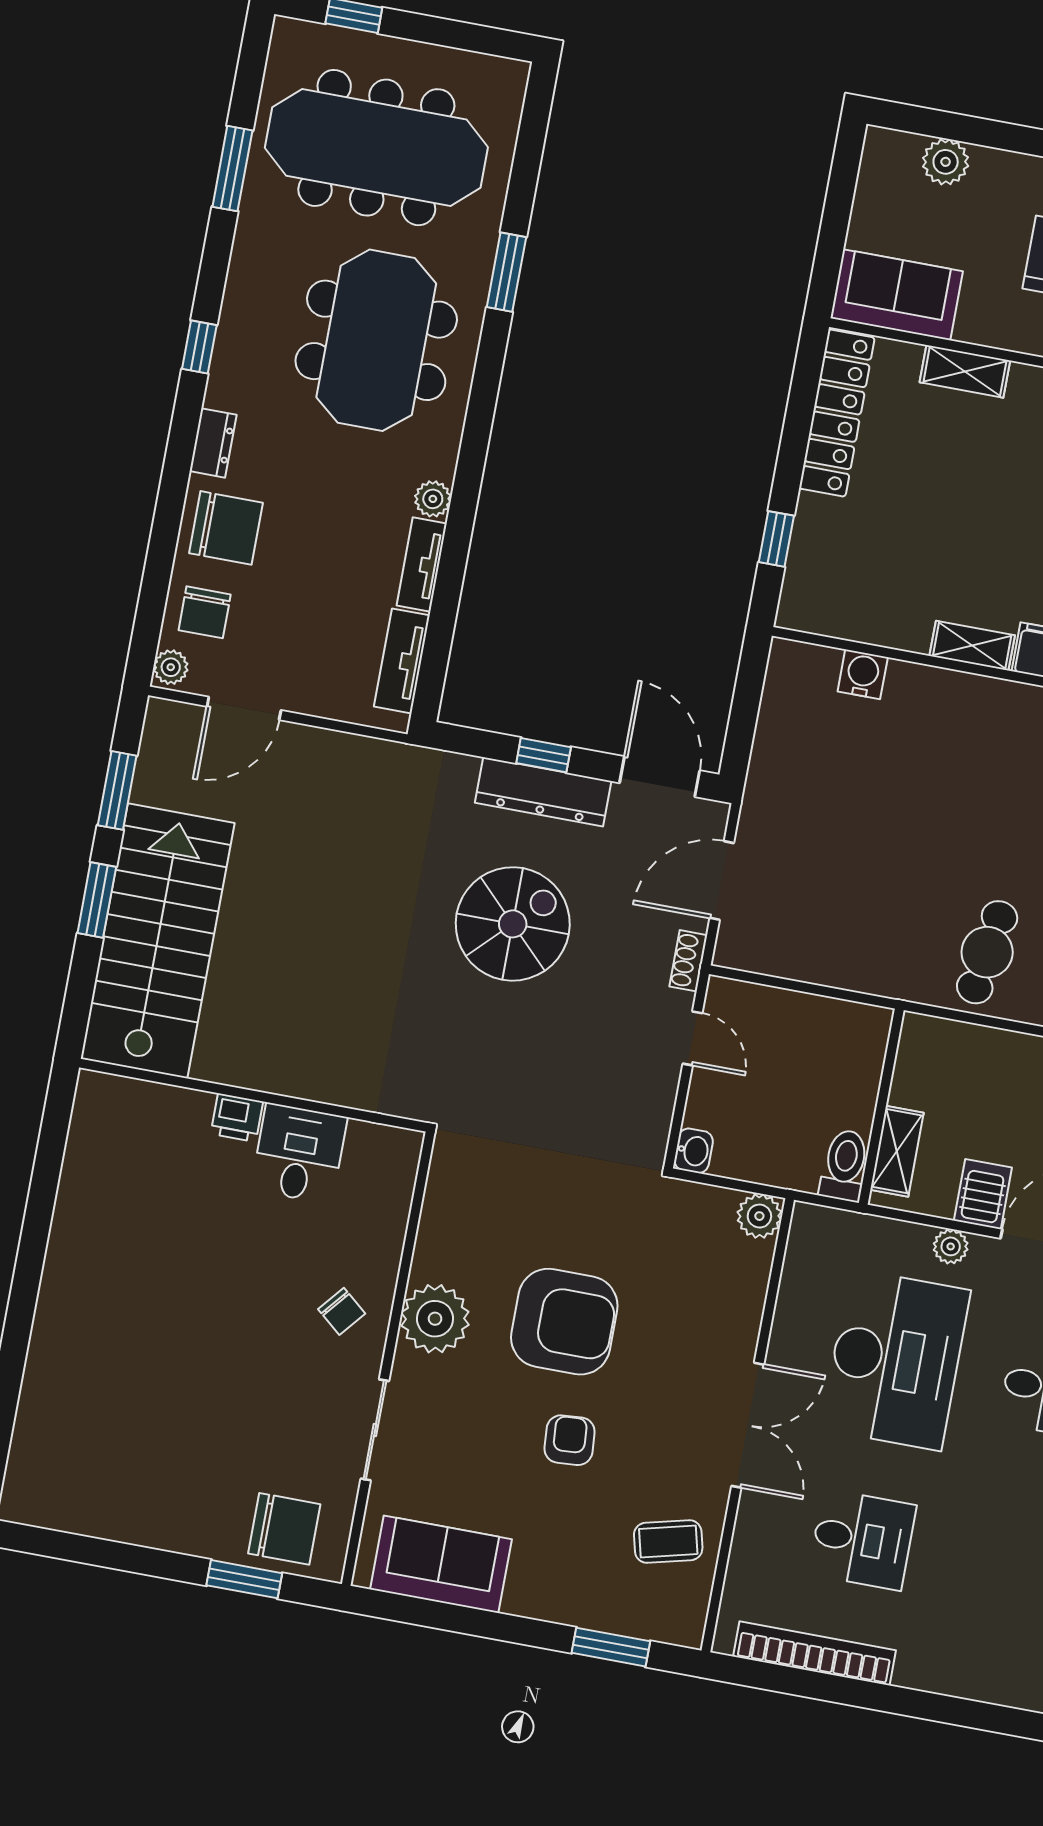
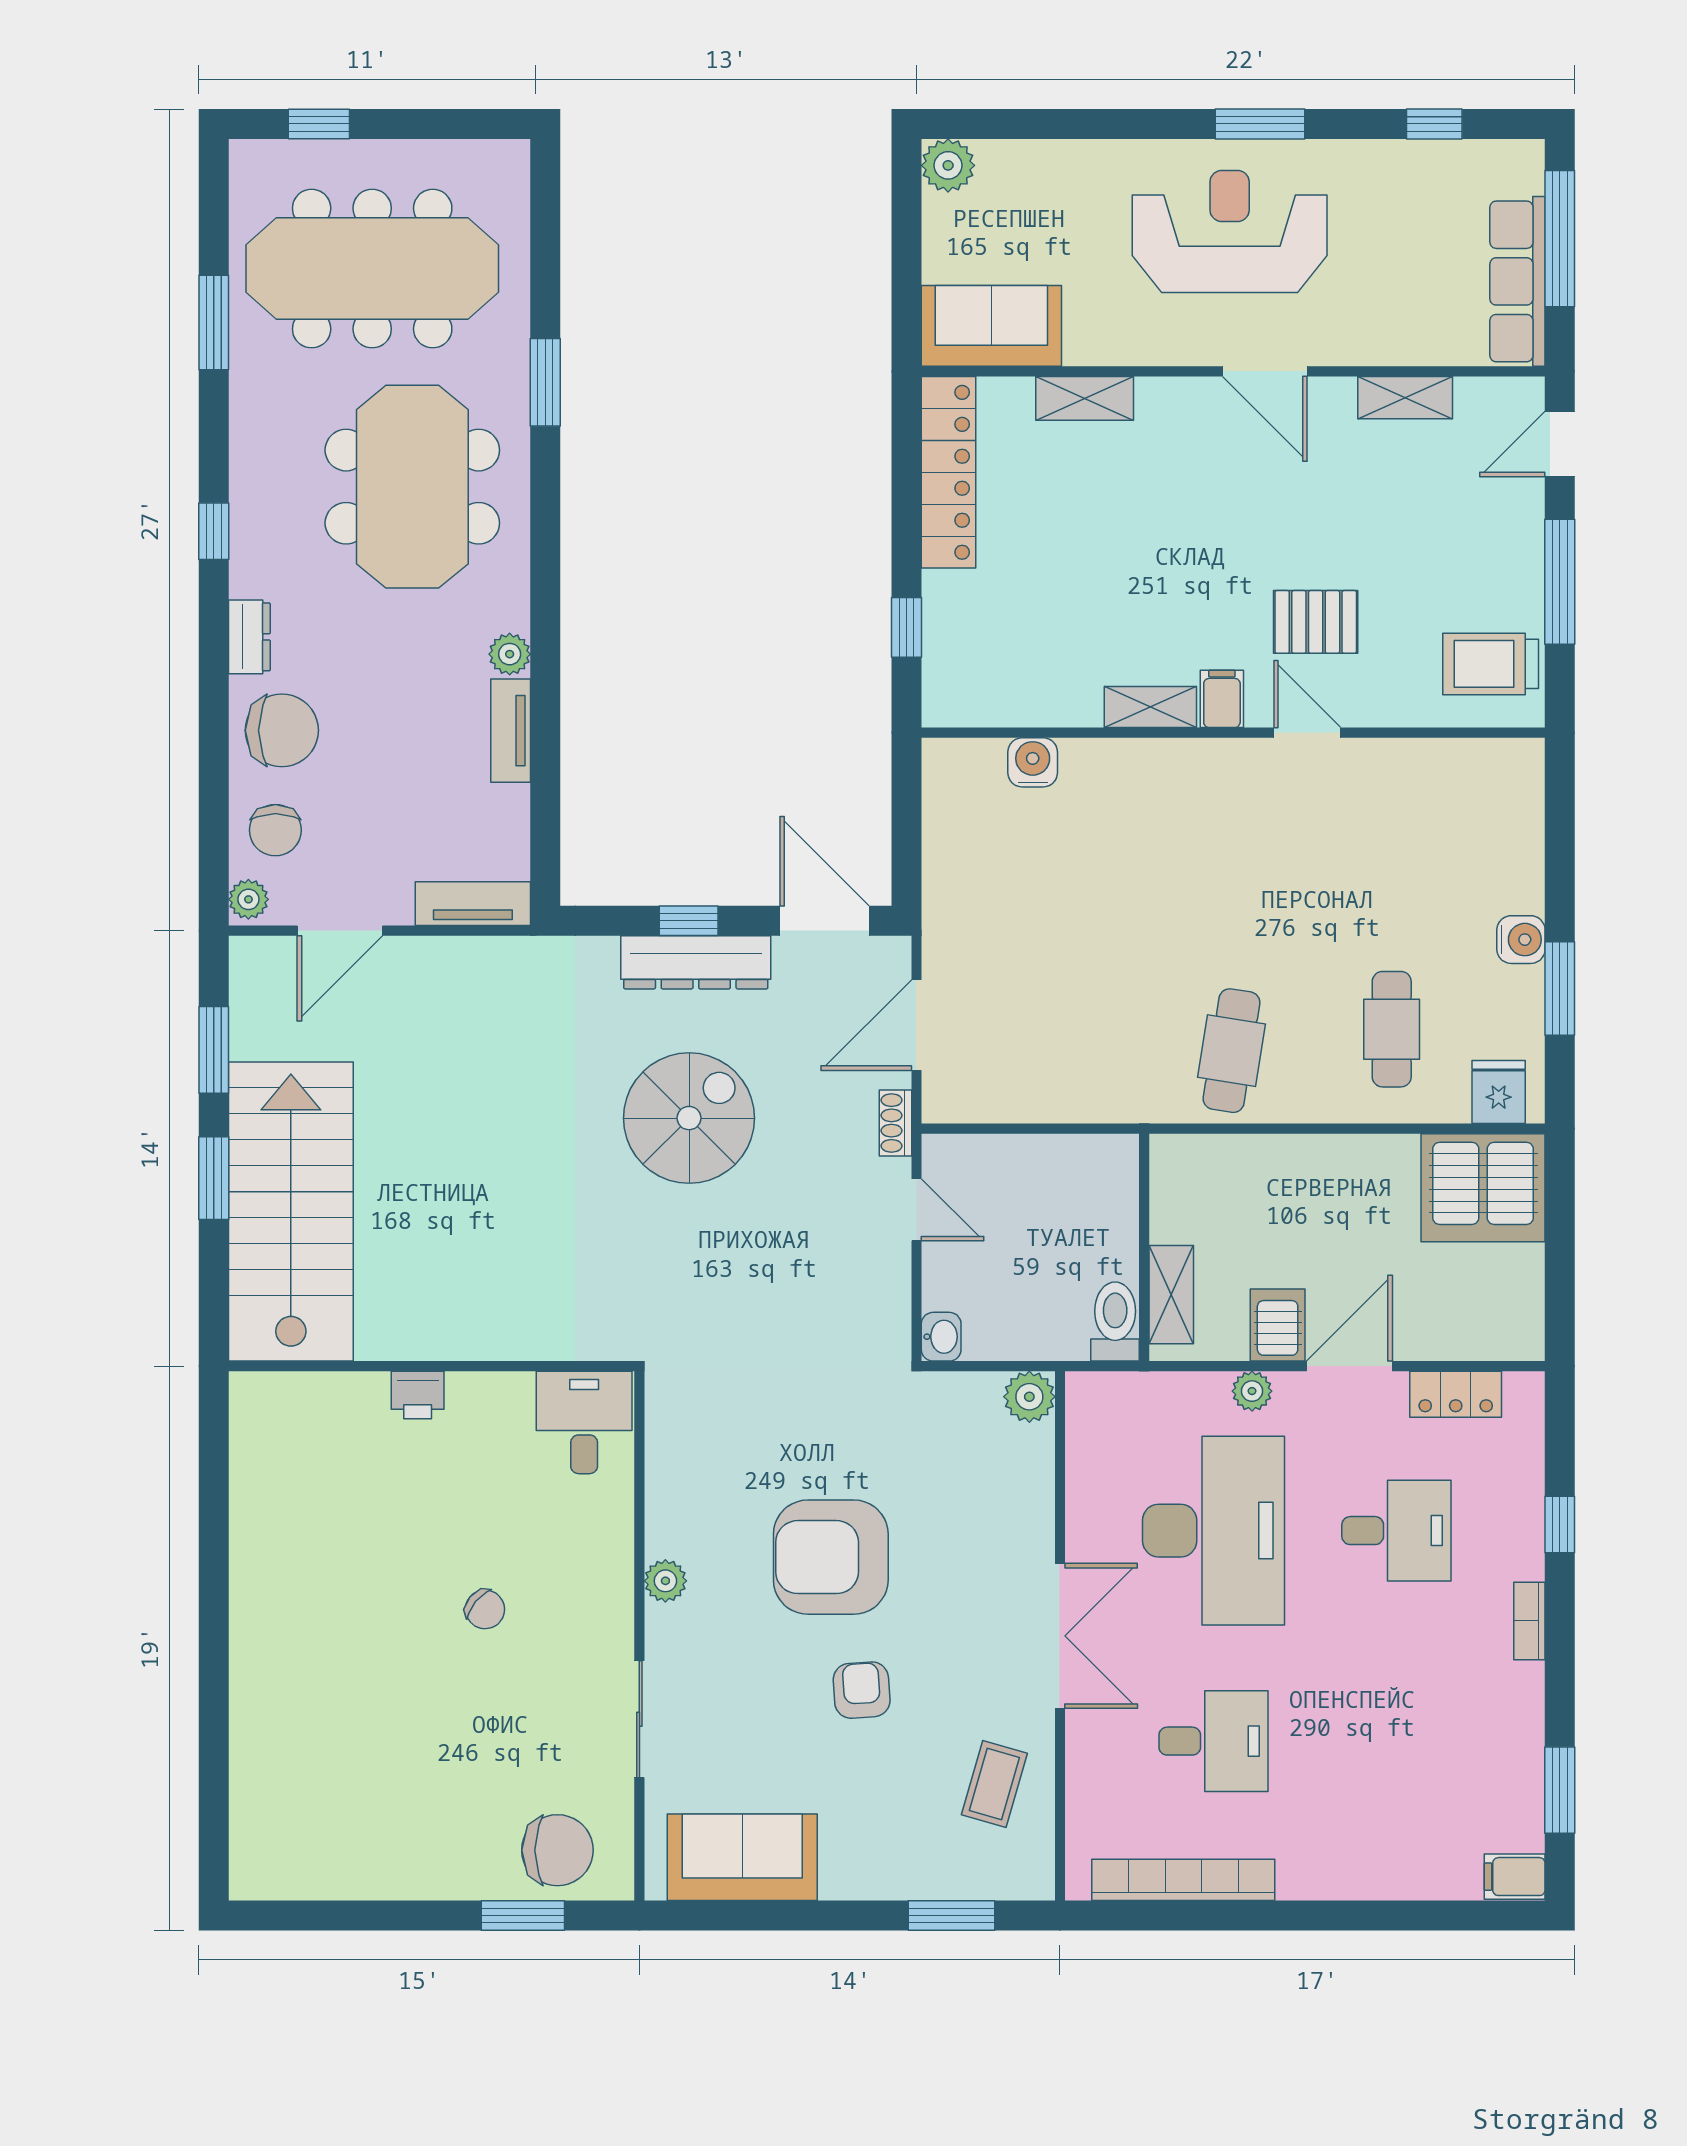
plant: (946, 162) -> (948, 165), moved
tv unit: (402, 661) -> (473, 904), moved, turned 90
desk: (299, 1153) -> (584, 1422), moved
chair: (342, 1311) -> (485, 1609), moved
plant: (435, 1319) -> (665, 1581), width x0.53, depth x0.53
armchair: (564, 1322) -> (831, 1557), turned 180
coffee table: (668, 1542) -> (994, 1784), turned -60

